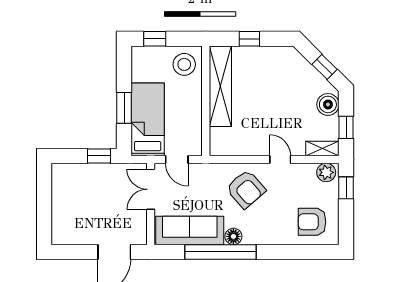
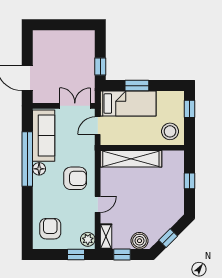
shelving: (220, 86) -> (131, 159), moved
armchair: (246, 189) -> (75, 178), turned -139

